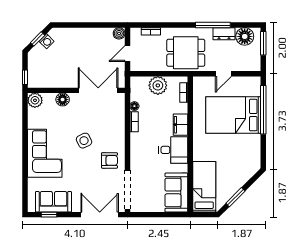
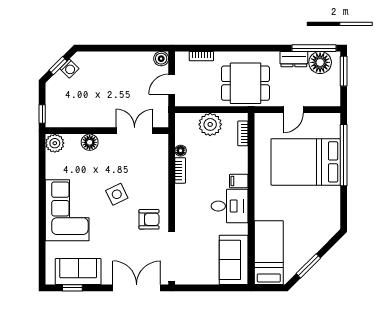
window: (213, 25) -> (314, 48), moved
double door: (98, 90) -> (135, 131), width x0.73
filing cabinet: (180, 125) -> (239, 181), width x0.50

